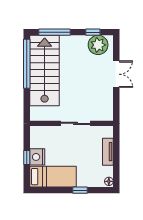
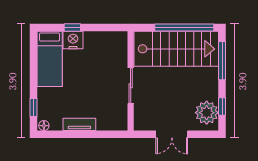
wall: (71, 123) -> (131, 81), moved
sliding door: (76, 123) -> (131, 86), moved
window: (80, 190) -> (33, 107), moved

